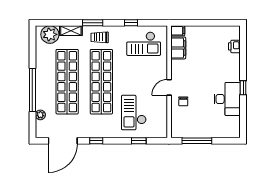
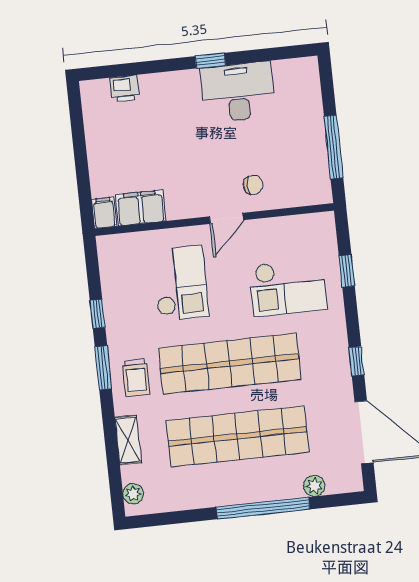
window: (93, 23) -> (103, 368), moved
plant: (50, 34) -> (133, 494), width x0.53, depth x0.53
checkout: (144, 44) -> (180, 283), moved
door: (169, 87) -> (227, 218), hinge flipped

